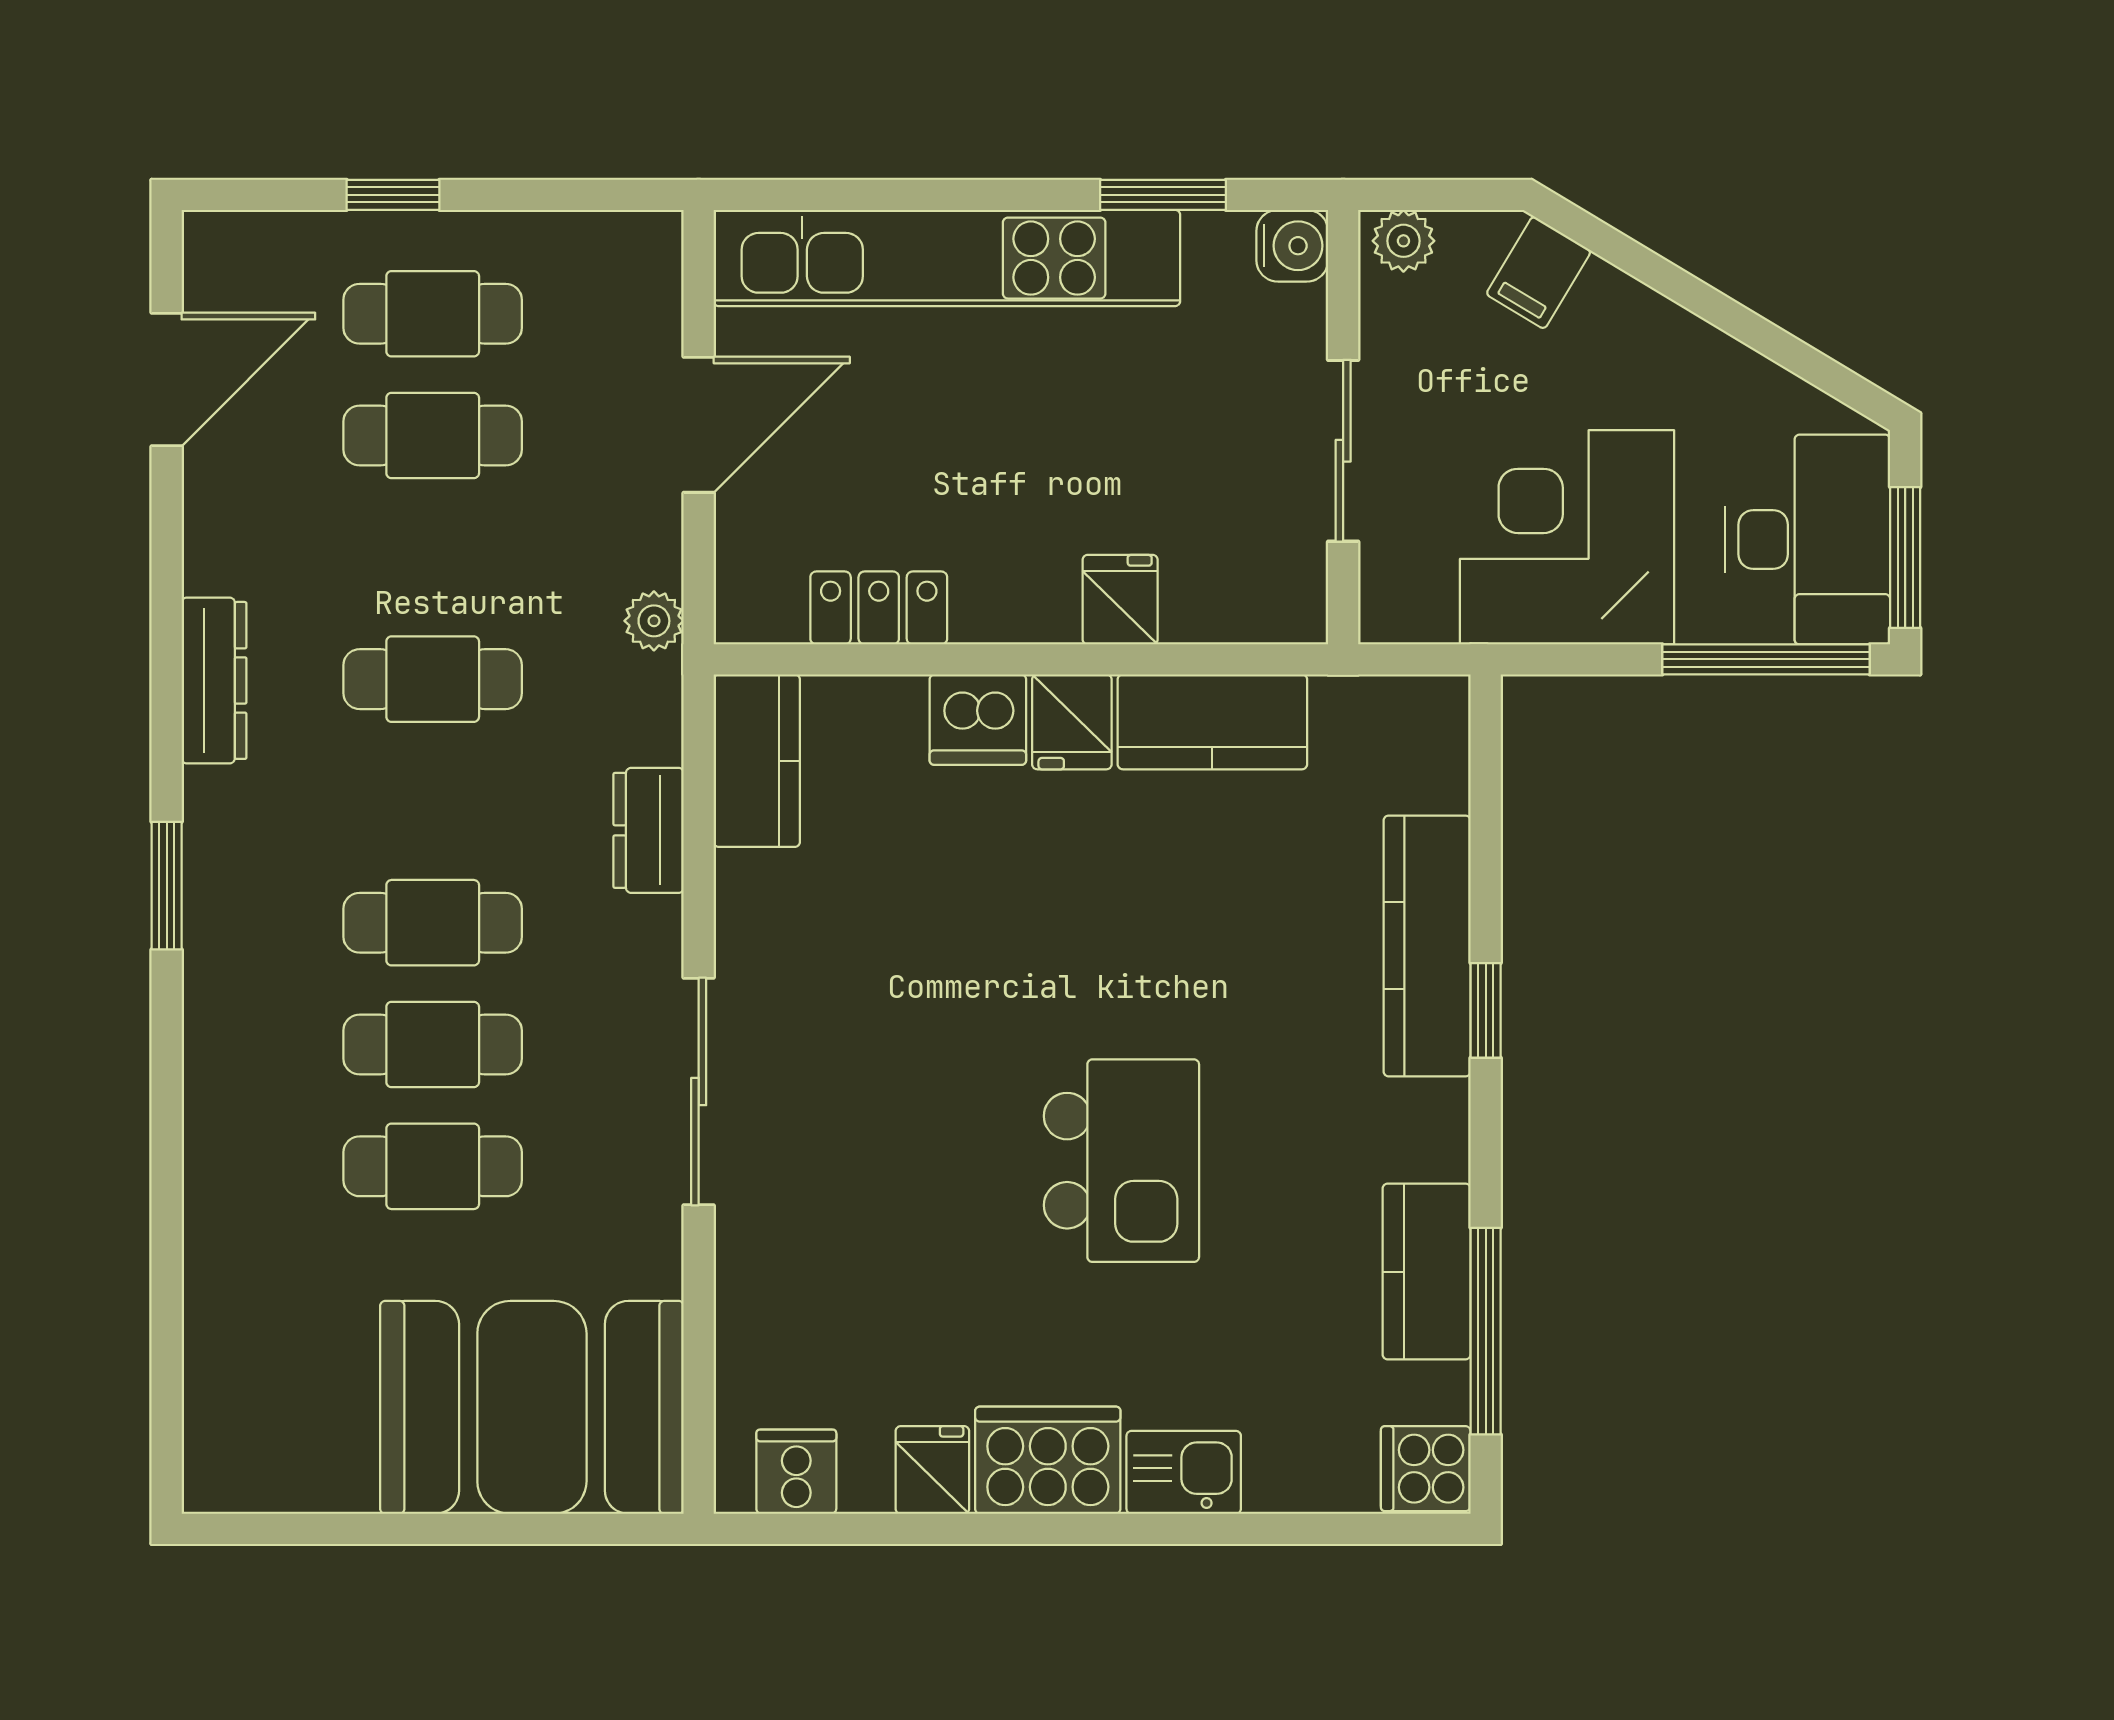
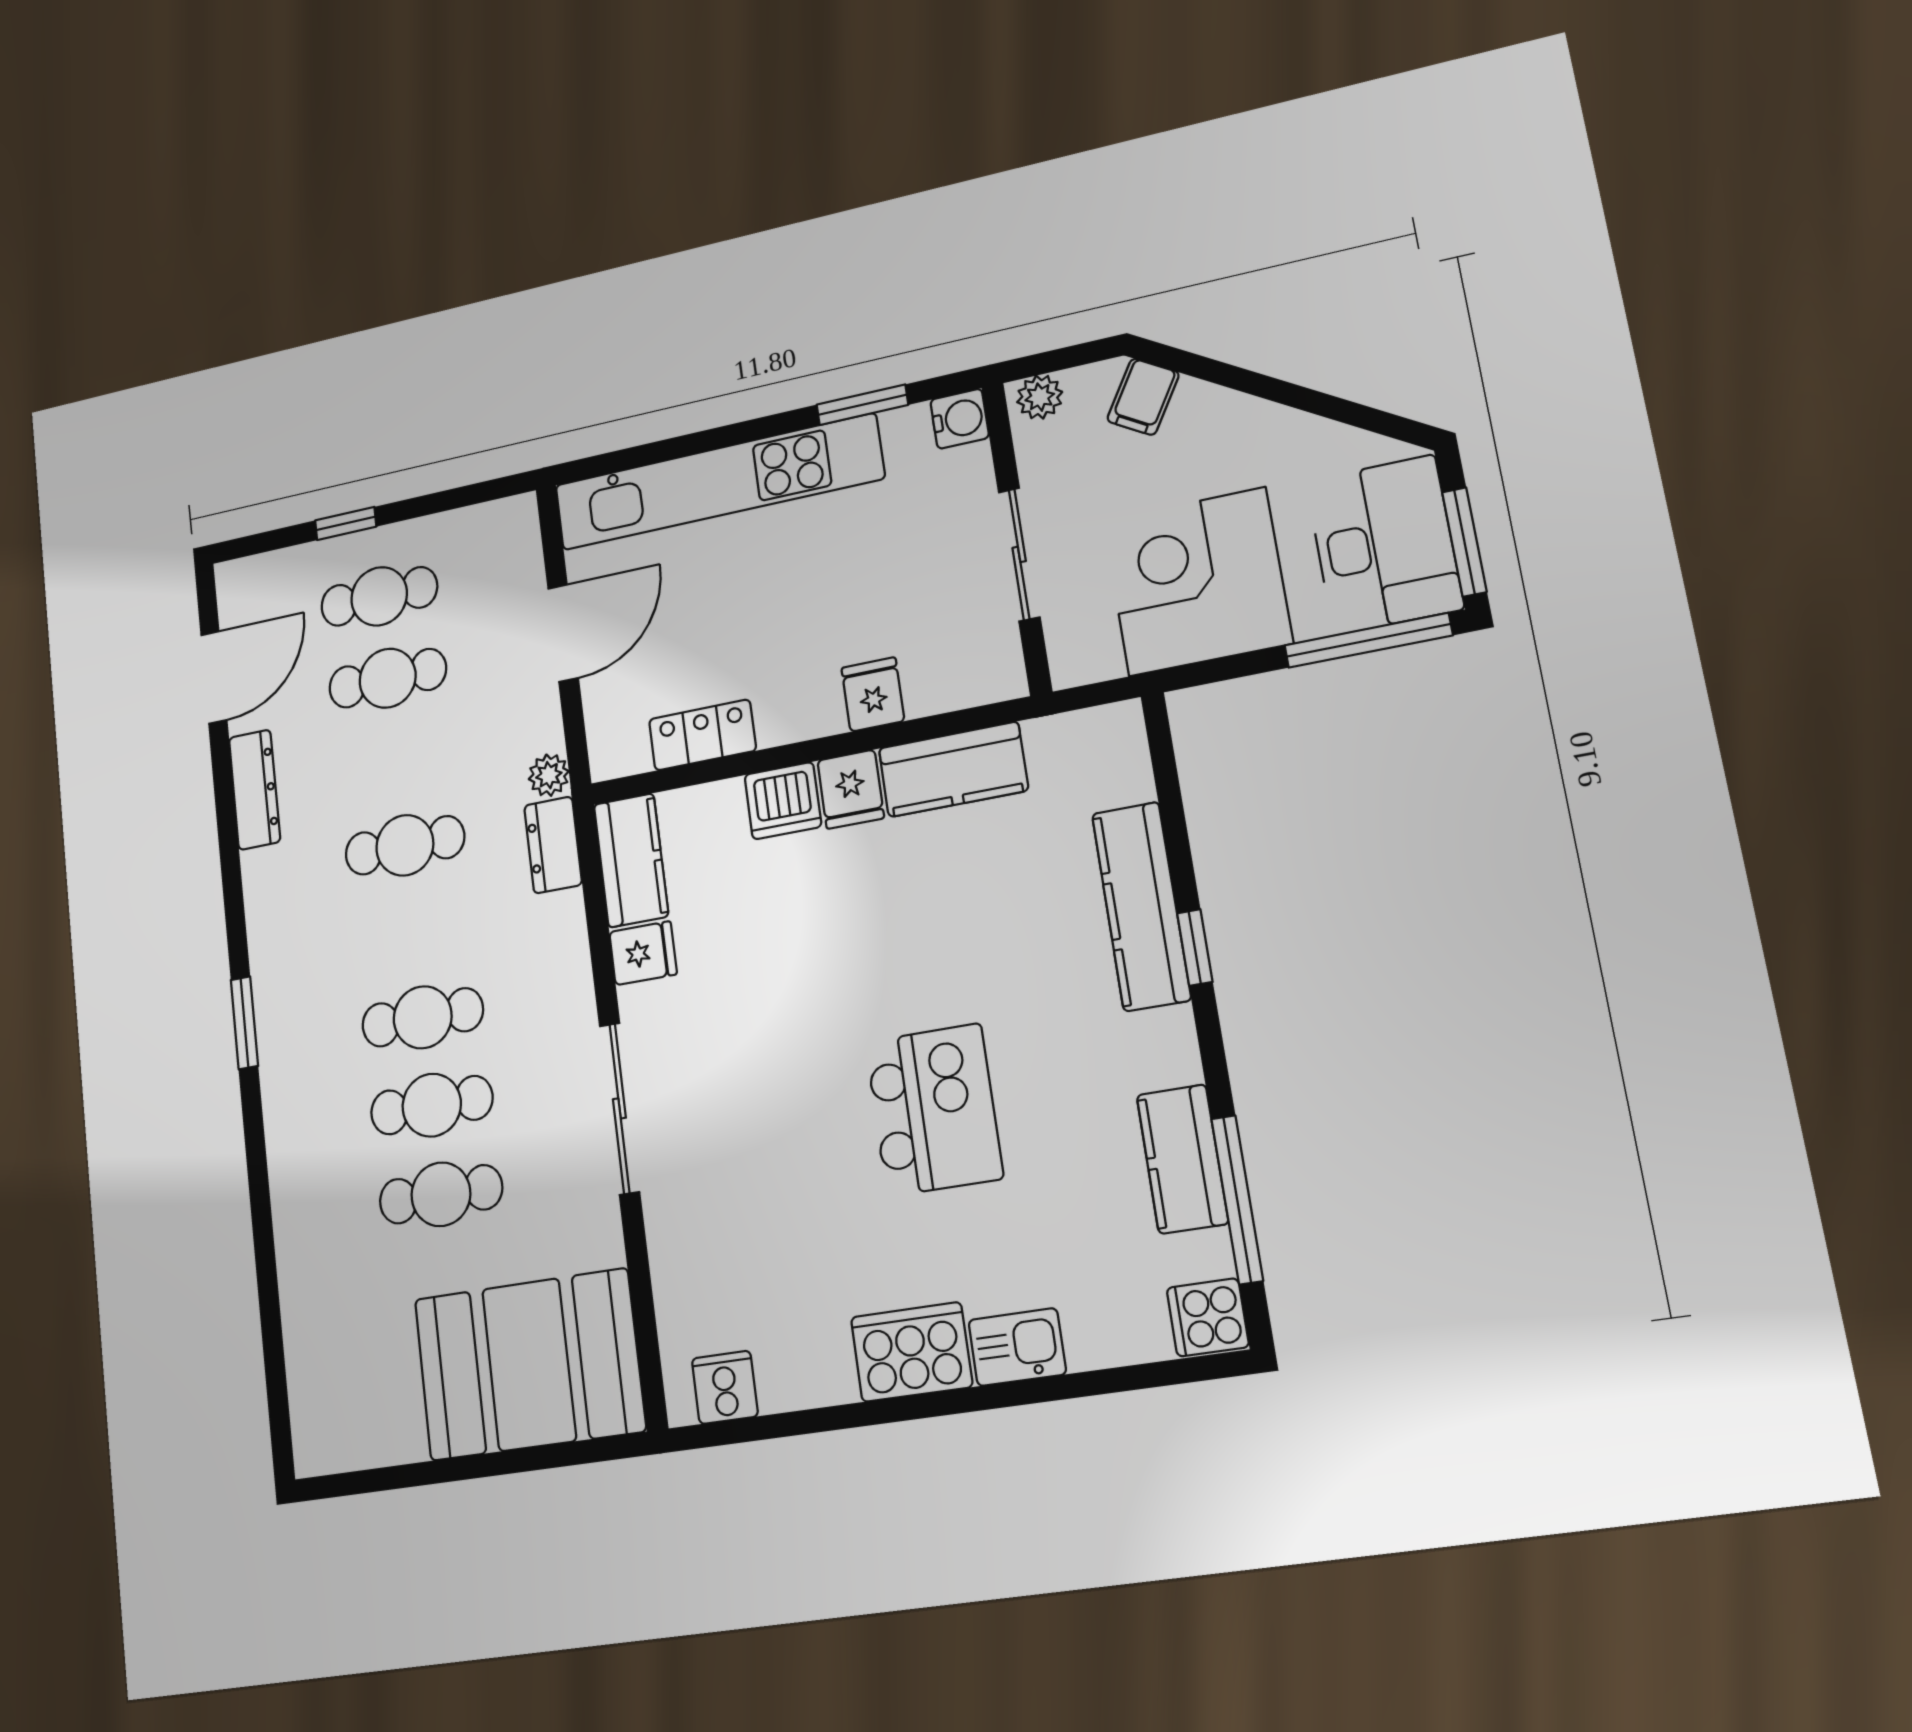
dresser: (214, 680) -> (255, 790), moved
dresser: (649, 830) -> (553, 845), moved
fridge: (932, 1470) -> (643, 953), moved, turned 90

